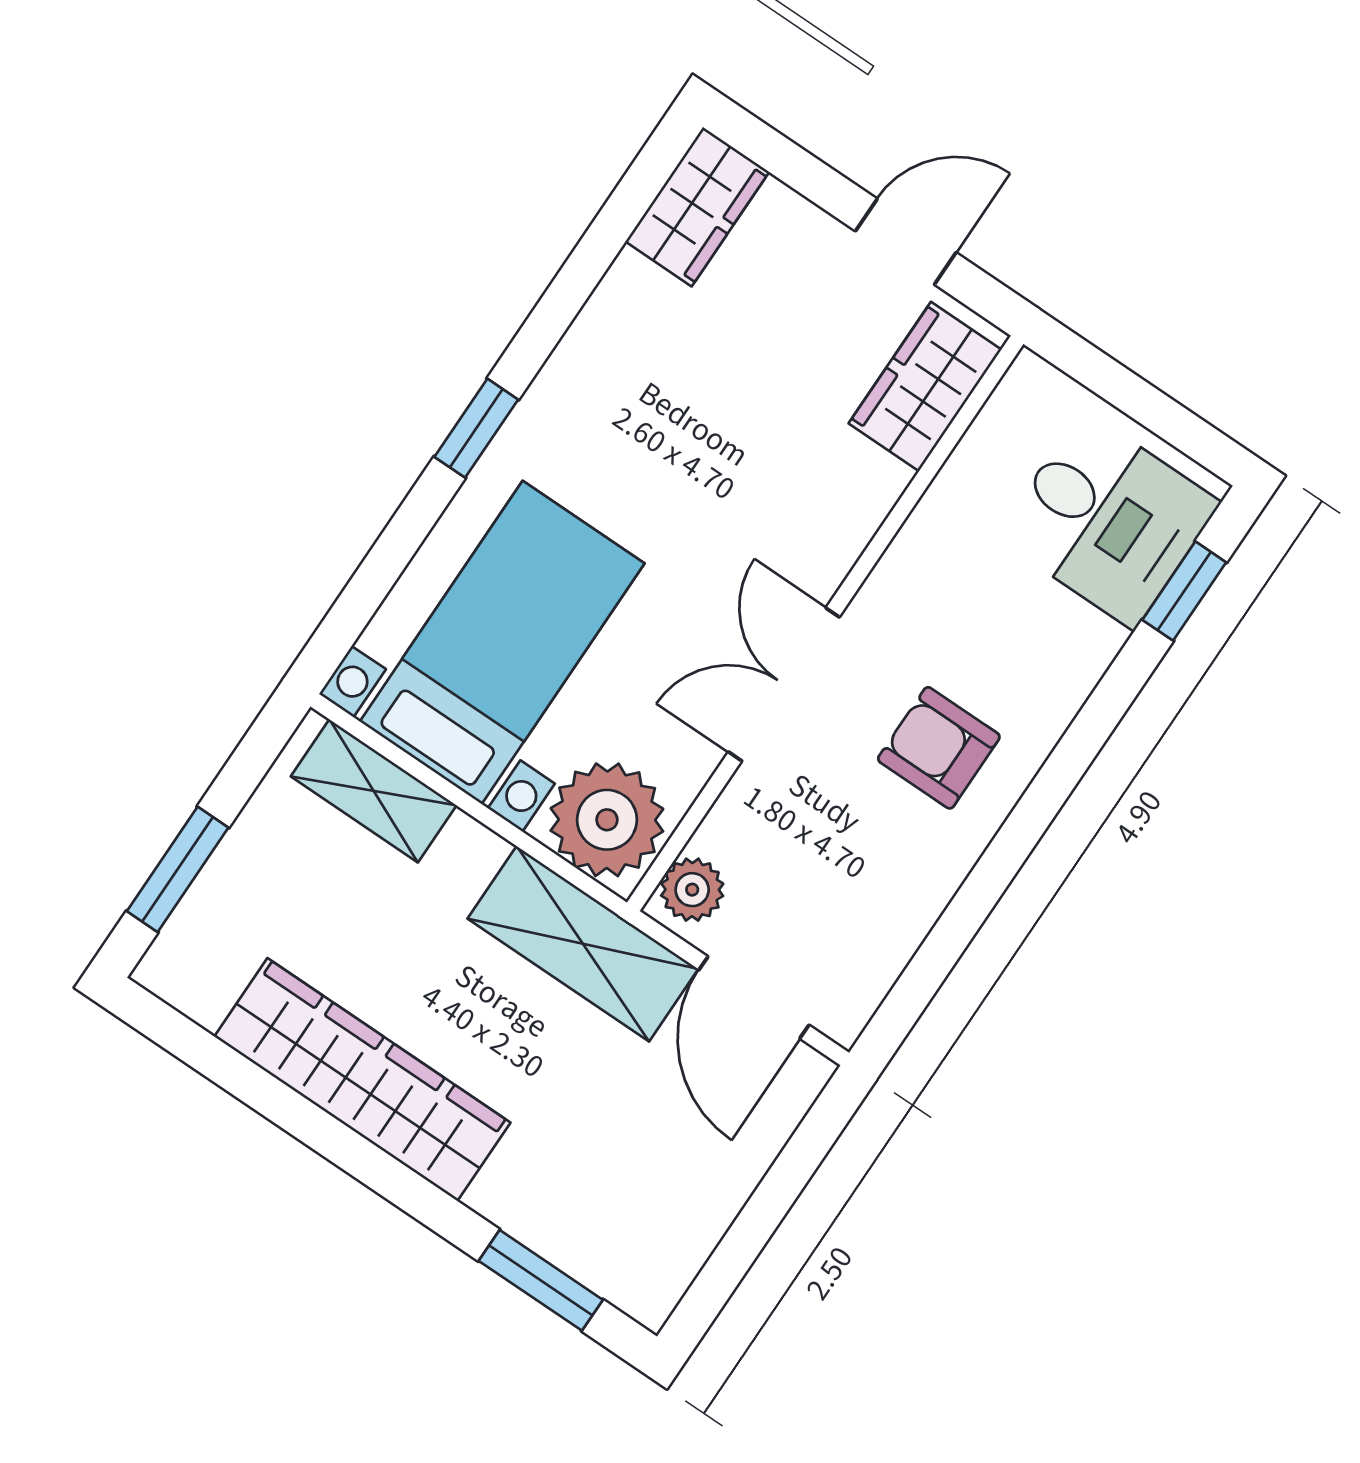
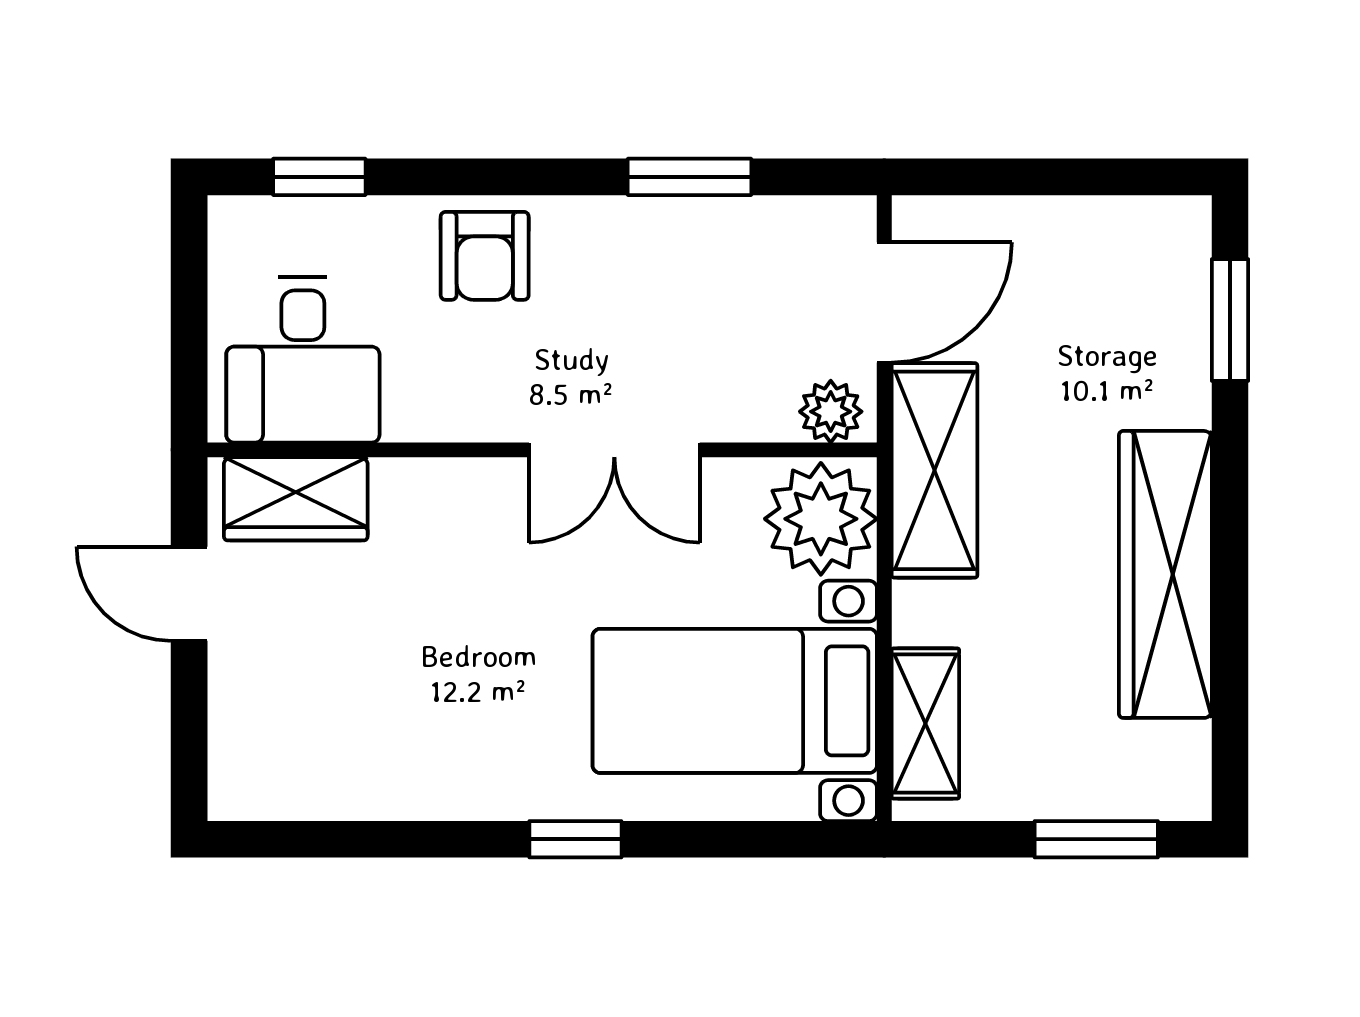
wardrobe: (697, 207) -> (275, 782), removed
desk: (1108, 520) -> (303, 360), moved, turned 180
armchair: (939, 748) -> (485, 256), moved
window: (972, 905) -> (689, 177), added

